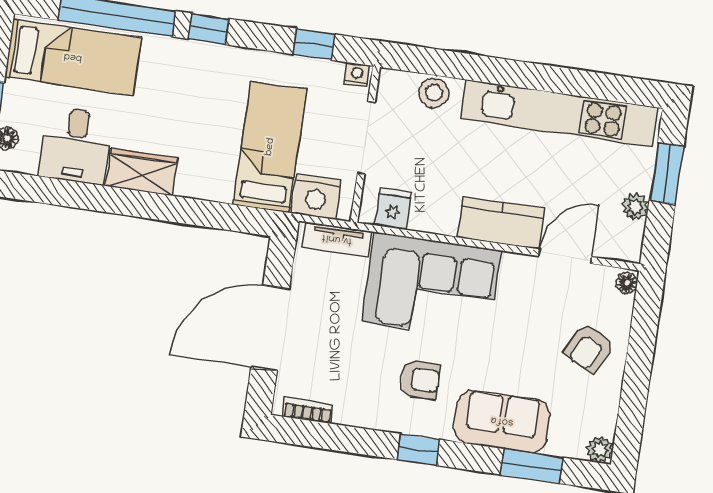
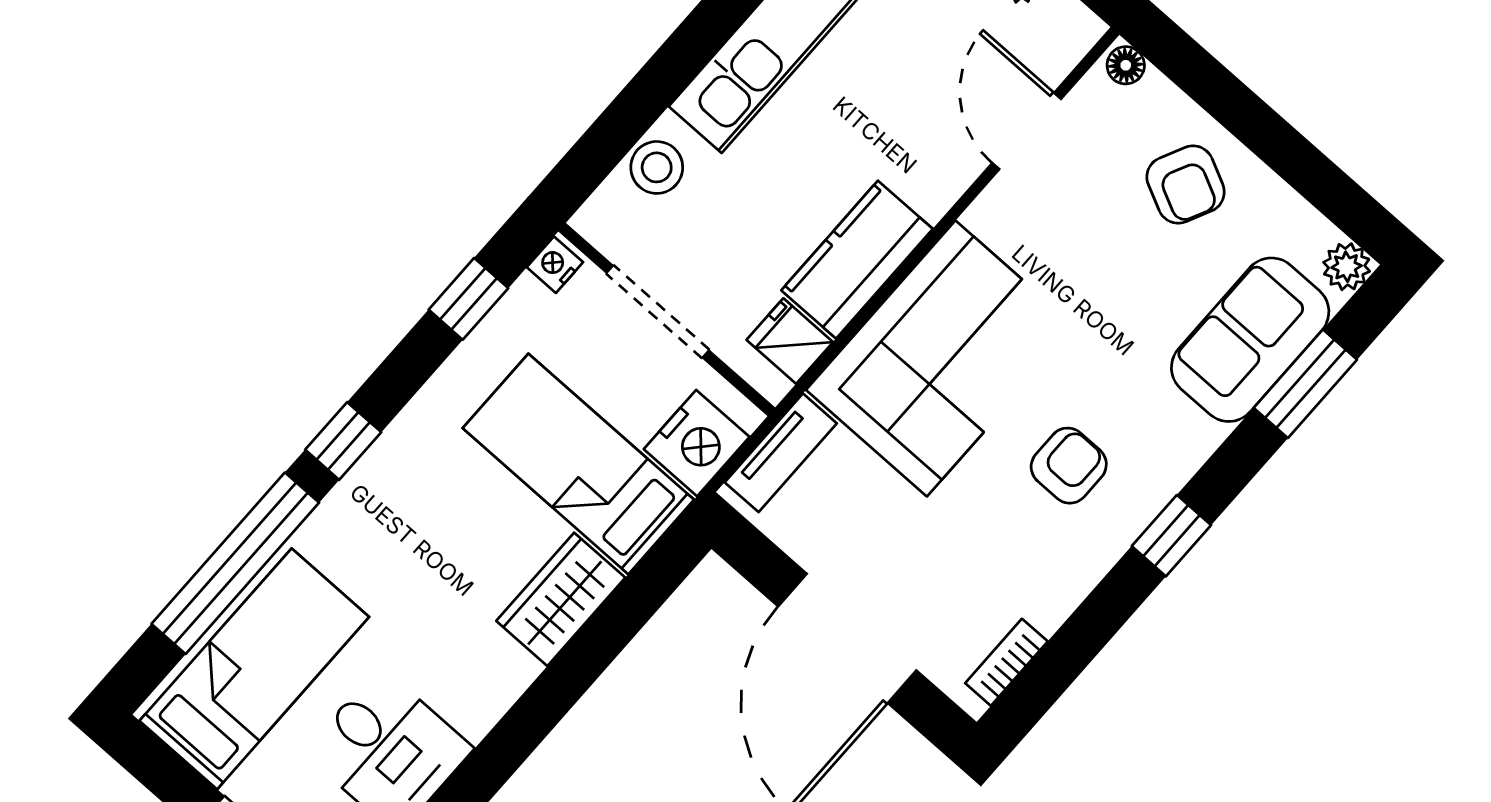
wardrobe: (142, 172) -> (561, 599), moved
kitchen counter: (501, 223) -> (857, 260), moved
sofa: (502, 421) -> (1250, 340), moved

